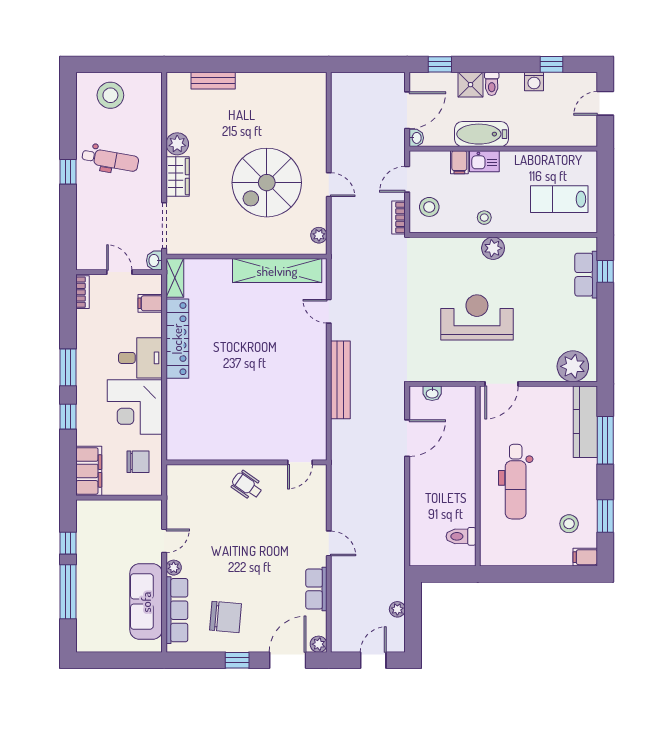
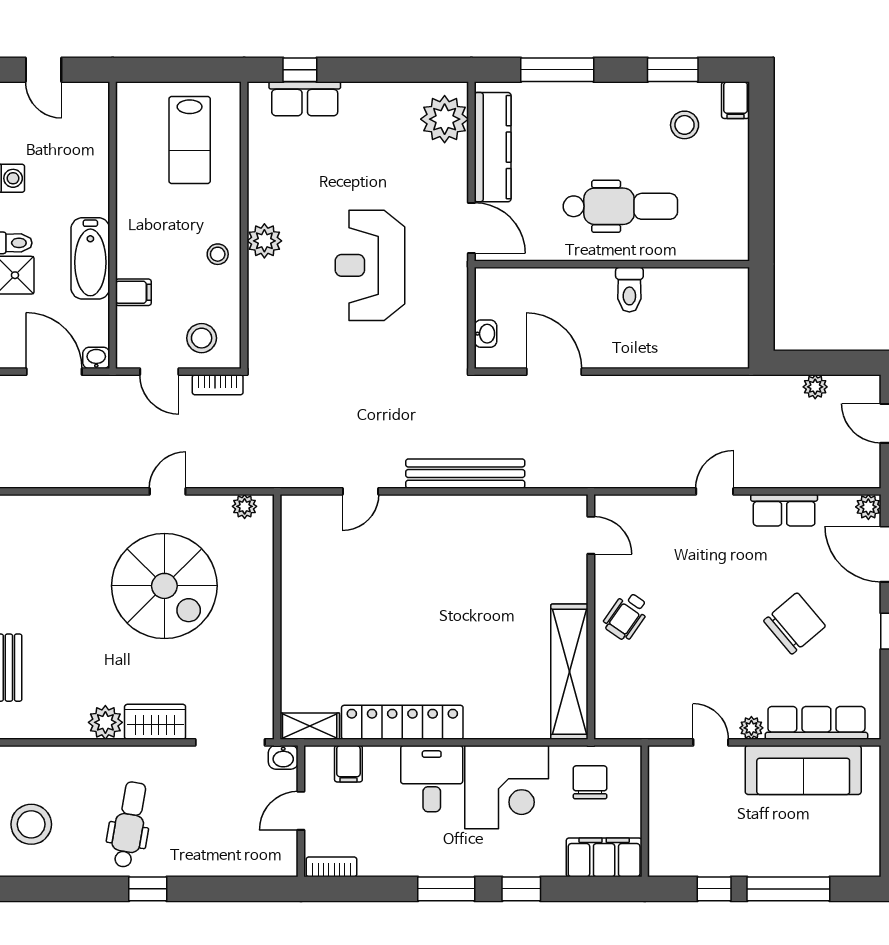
kitchen sink: (484, 161) -> (132, 254), removed
shelving: (277, 271) -> (569, 672), moved
kitchen counter: (585, 422) -> (493, 147), moved, turned -90
toilet: (461, 536) -> (629, 290), moved
chair: (226, 617) -> (795, 623), moved, turned 45

